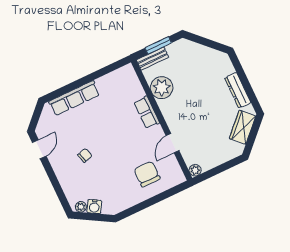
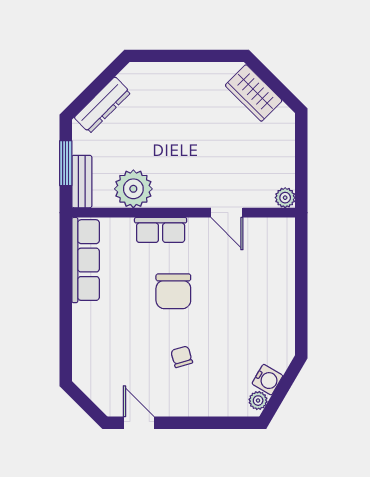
dresser: (238, 90) -> (102, 105), moved, turned -45
row of seats: (74, 98) -> (86, 260), moved
chair: (147, 174) -> (173, 291), moved, turned -90

